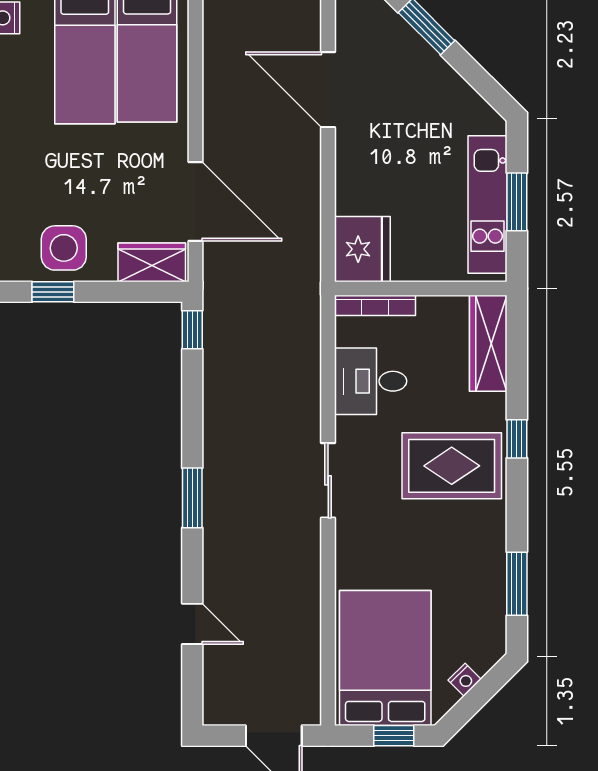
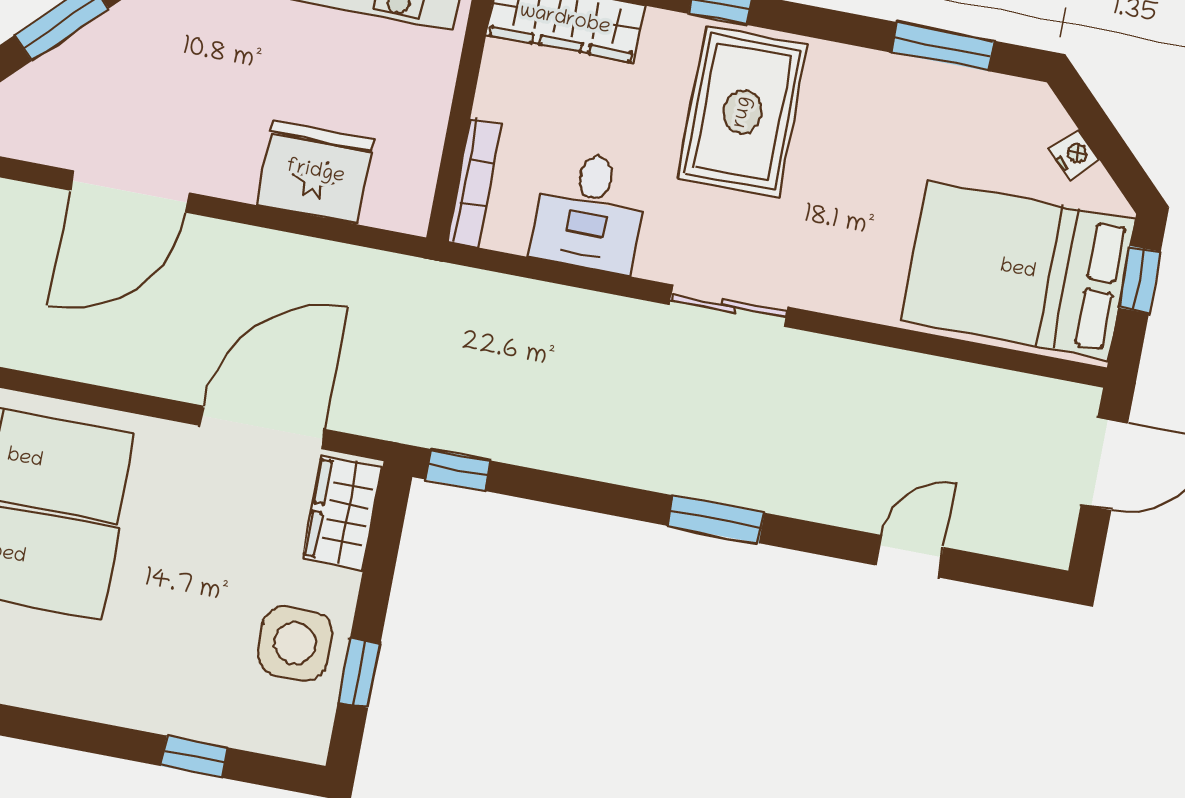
fridge: (362, 249) -> (315, 172), moved

